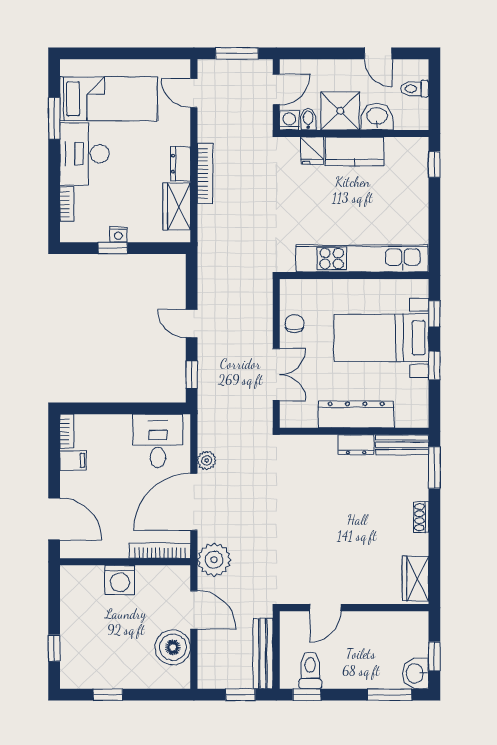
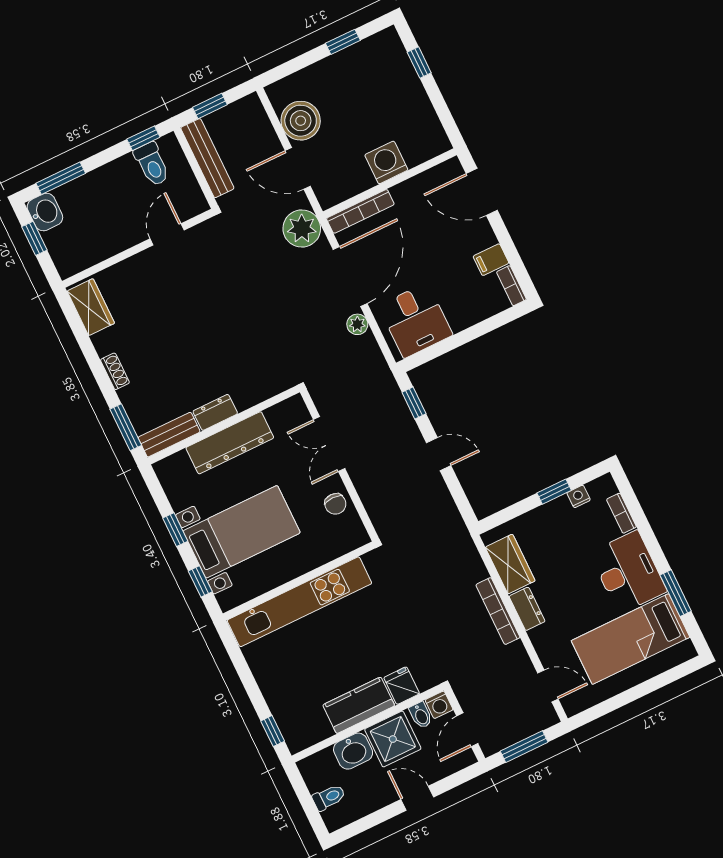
door: (378, 53) -> (417, 798), moved
nightstand: (118, 234) -> (579, 496), moved

